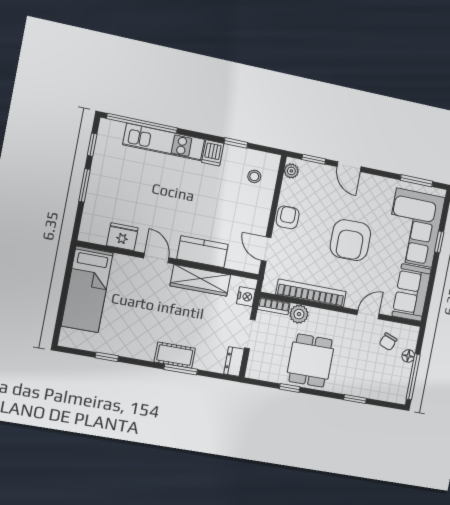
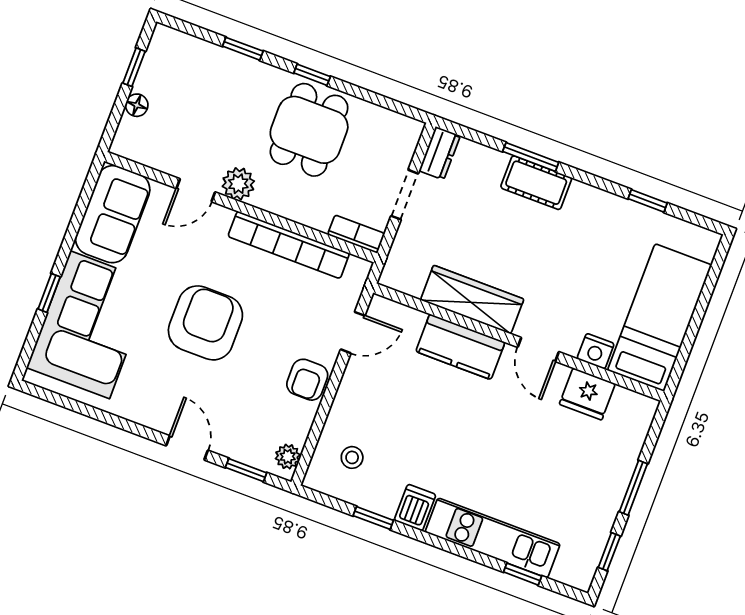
window: (142, 123) -> (523, 574), width x0.32
window: (417, 181) -> (72, 405), removed
door: (266, 249) -> (353, 333), hinge flipped
nightstand: (246, 297) -> (596, 351), moved, turned -90
plant: (299, 314) -> (238, 184), moved
chair: (388, 342) -> (168, 137), removed
window: (413, 377) -> (134, 67), width x0.46
window: (290, 388) -> (312, 75), moved

